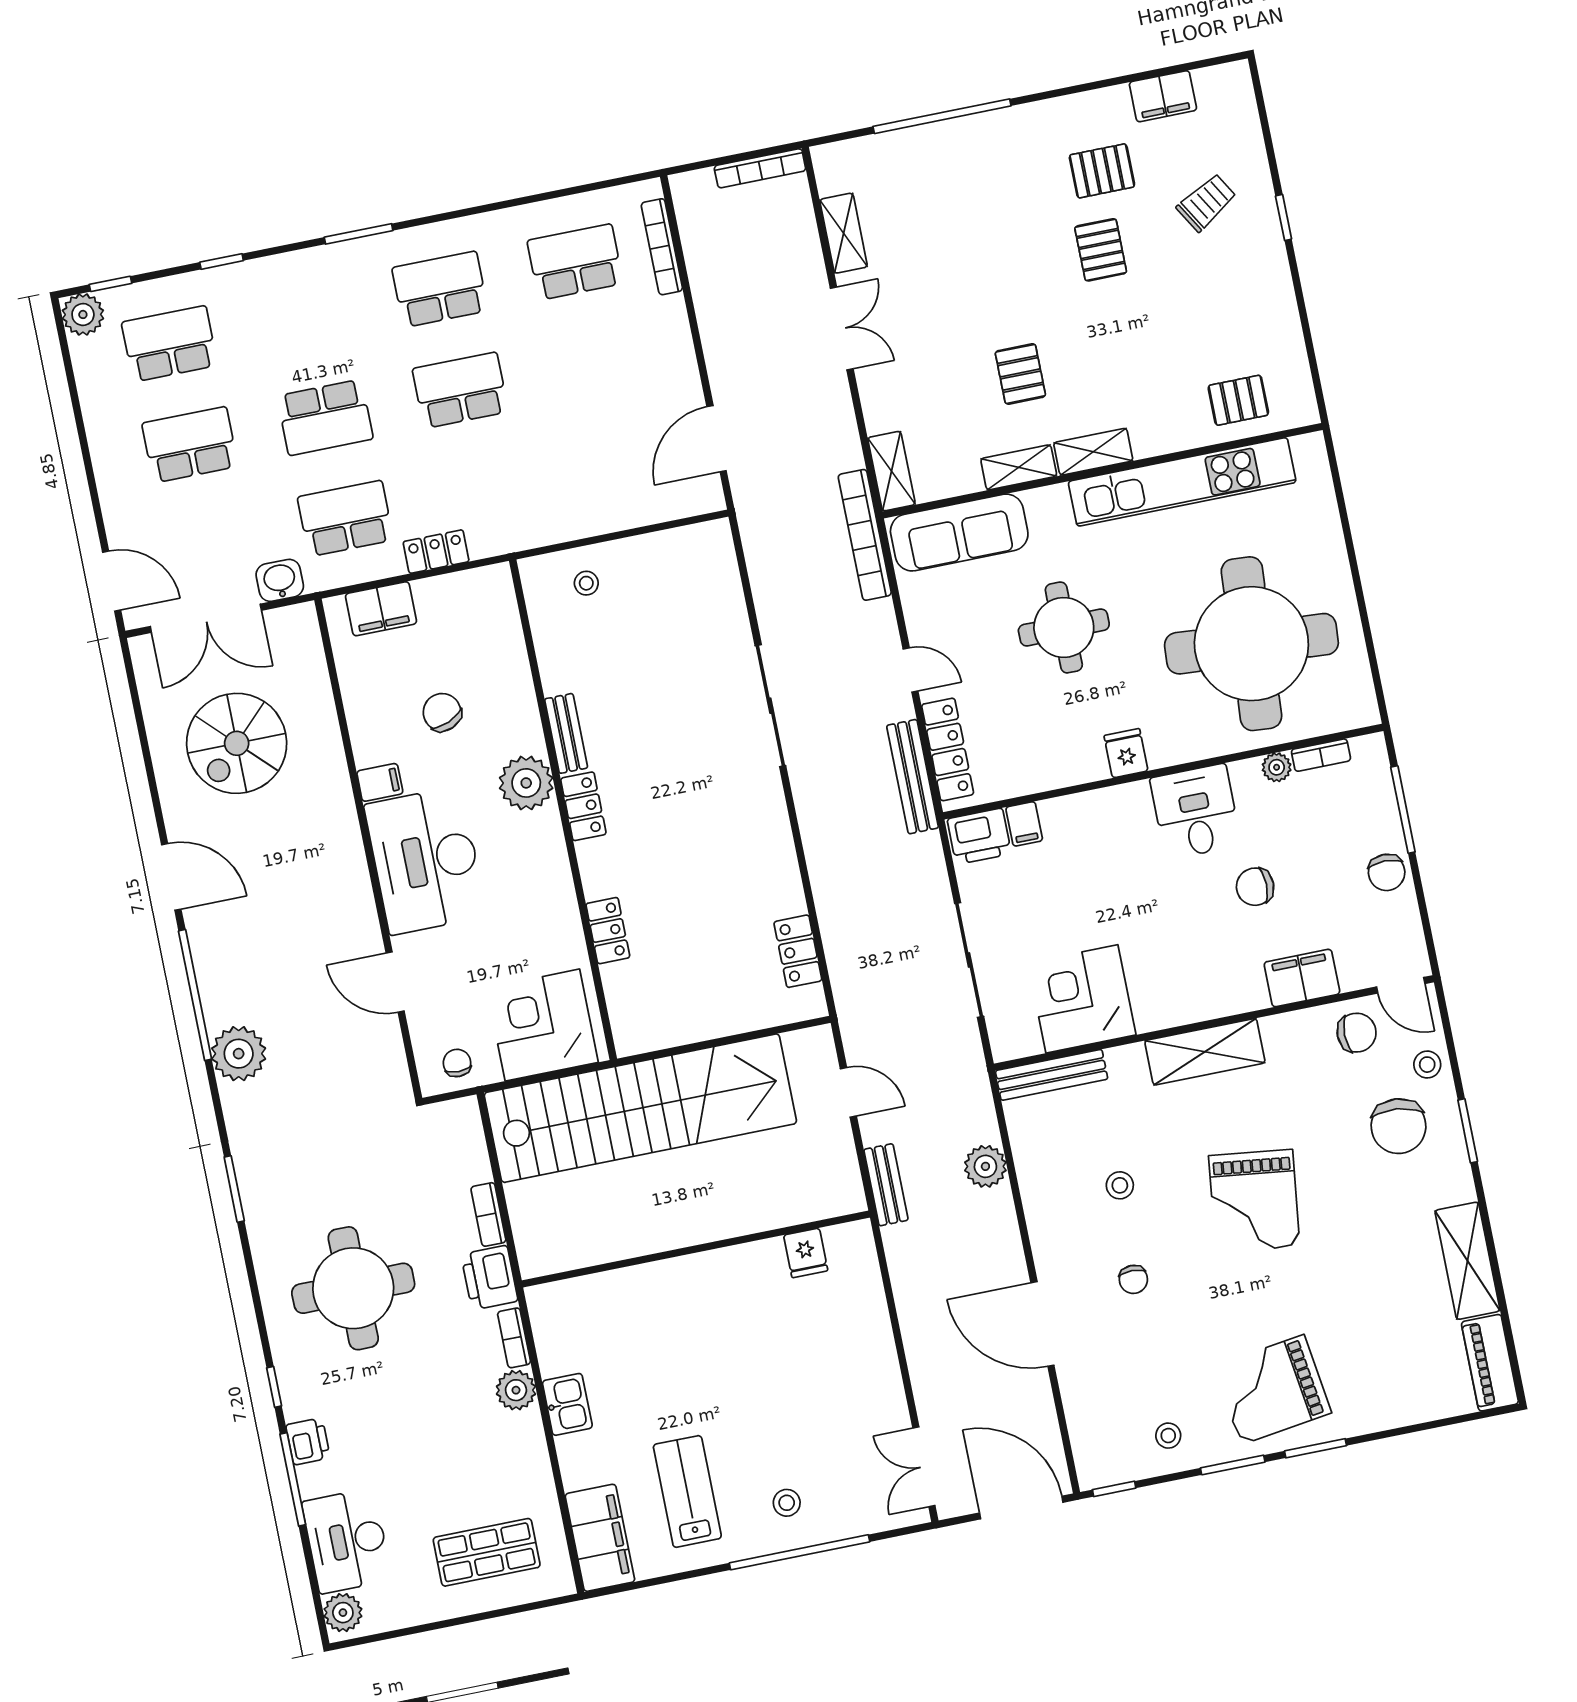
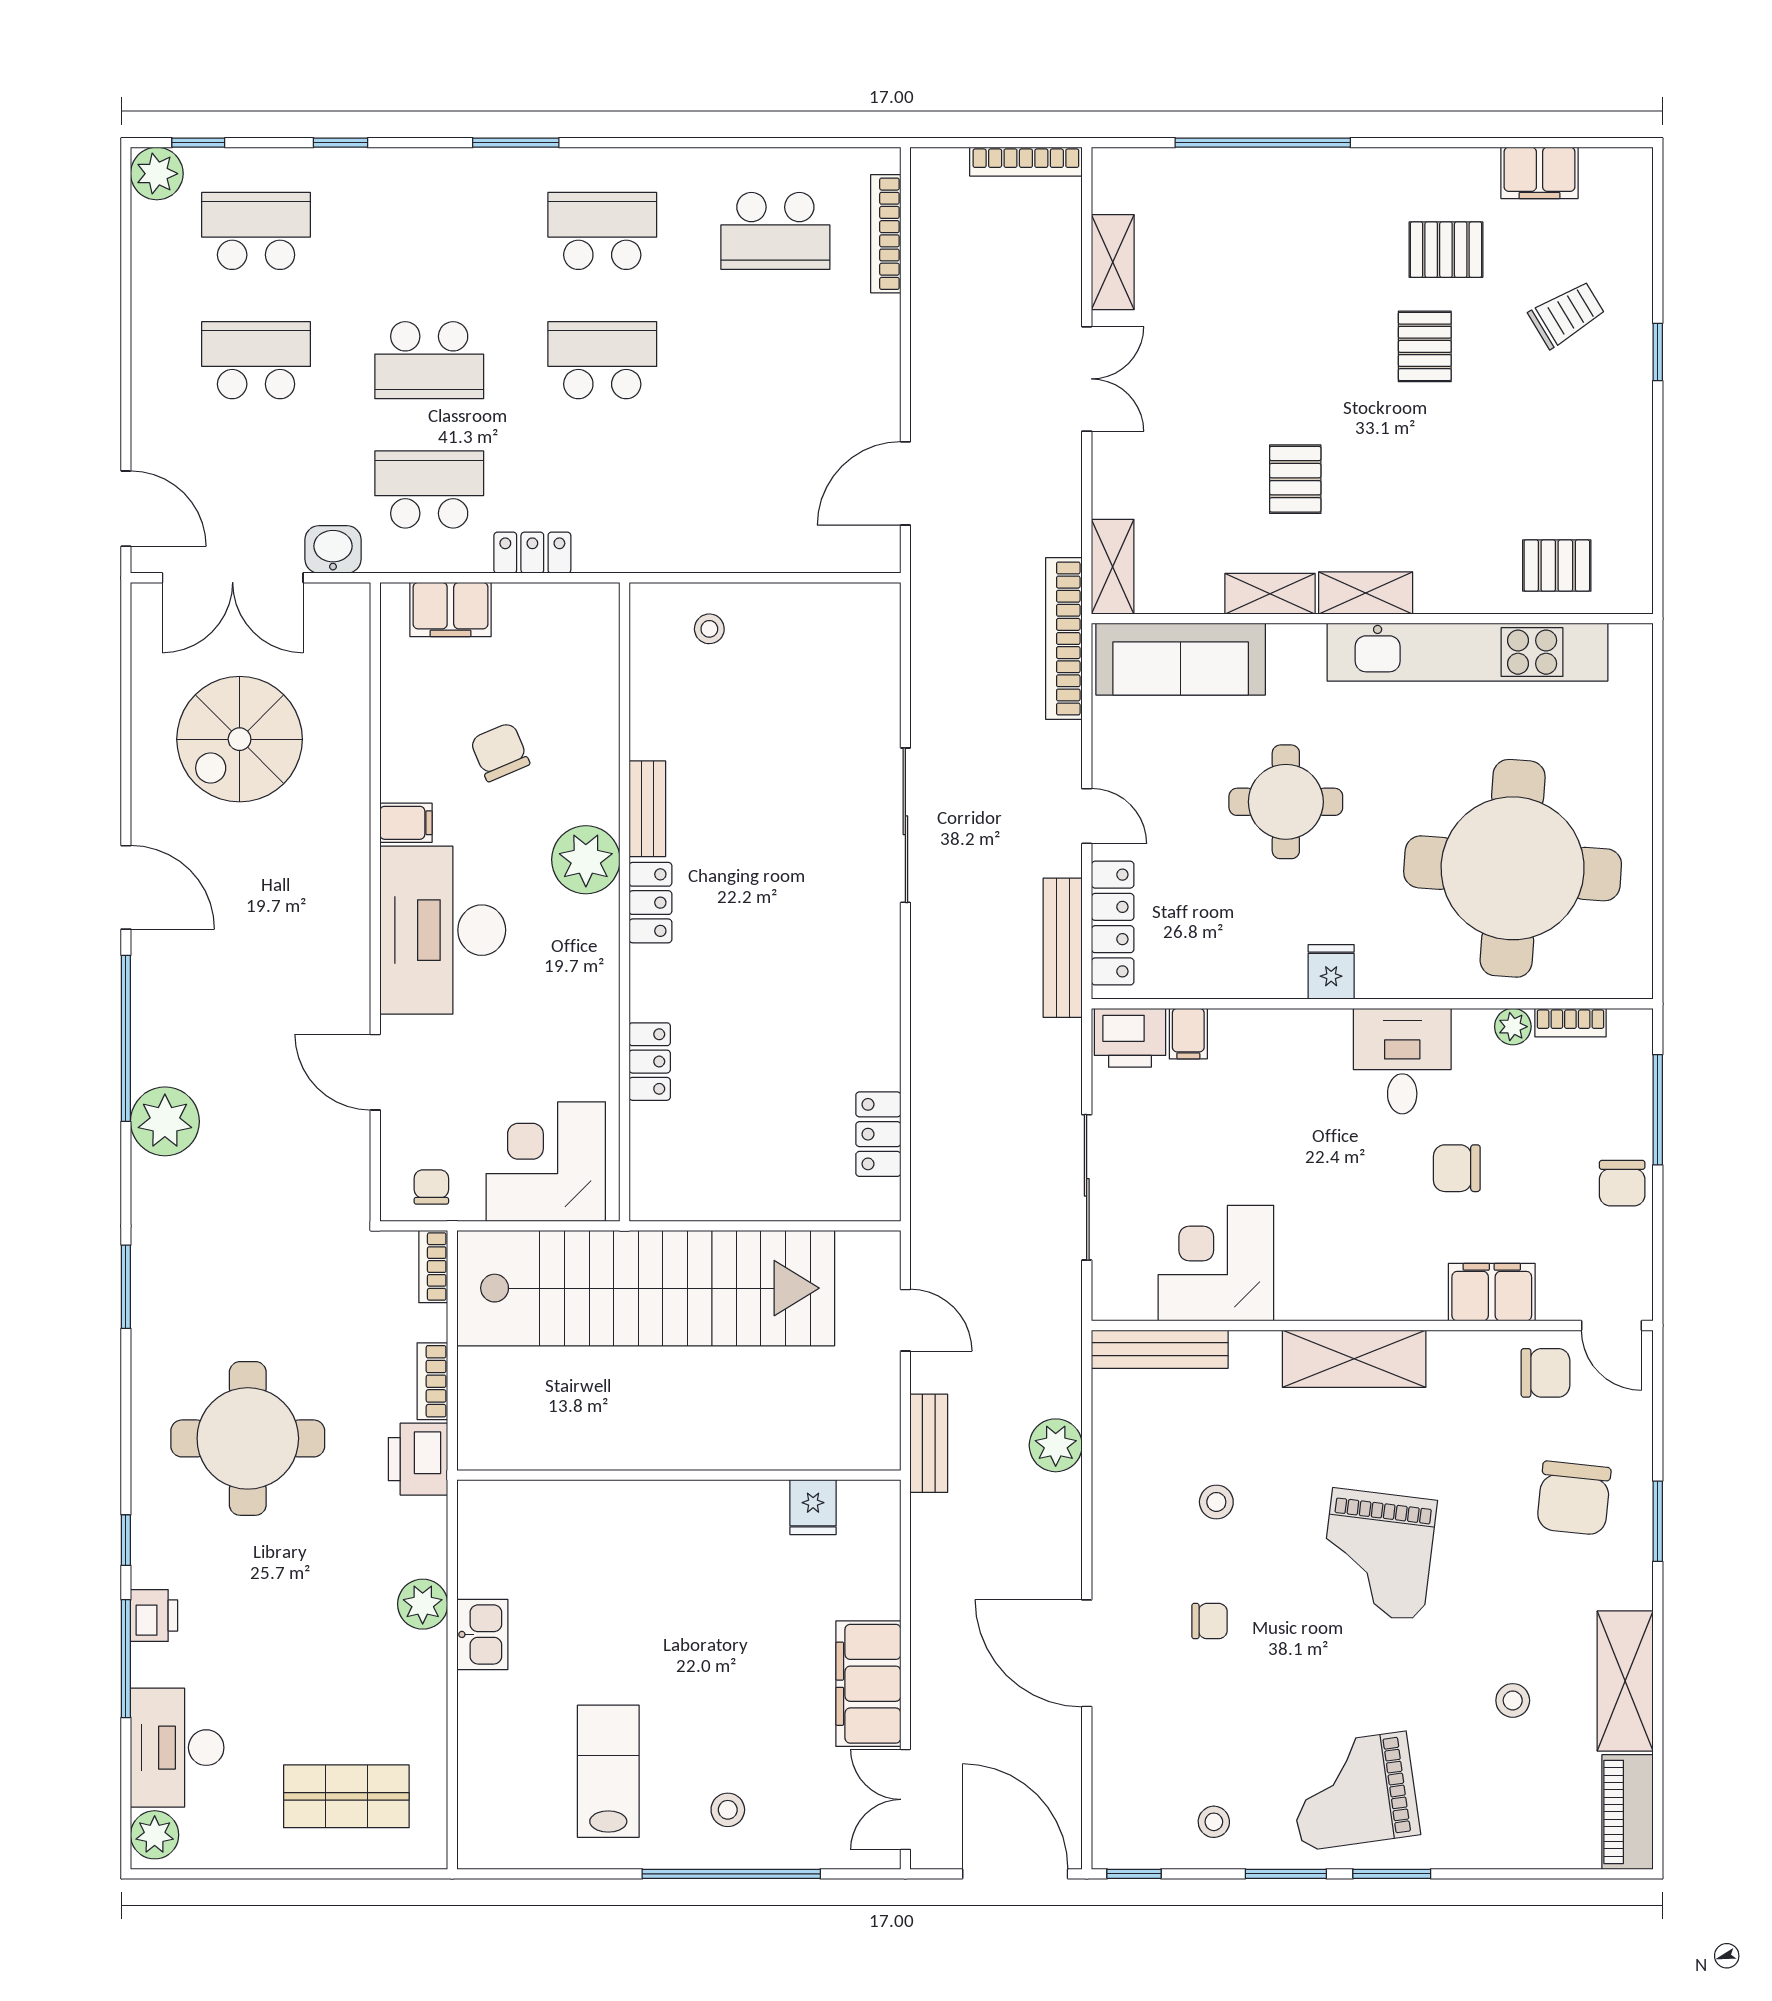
school desk: (575, 262) -> (775, 231), turned 180
stool: (1427, 1065) -> (1513, 1700), moved
chair: (1133, 1279) -> (1210, 1621), turned -90
bookcase: (514, 1338) -> (433, 1267), moved
filing cabinet: (600, 1538) -> (868, 1684), moved, turned 180

